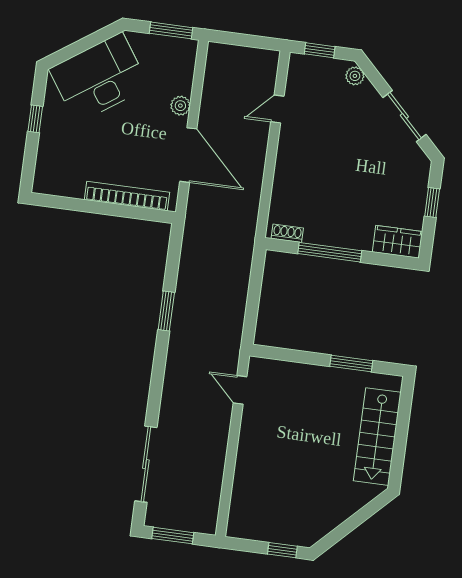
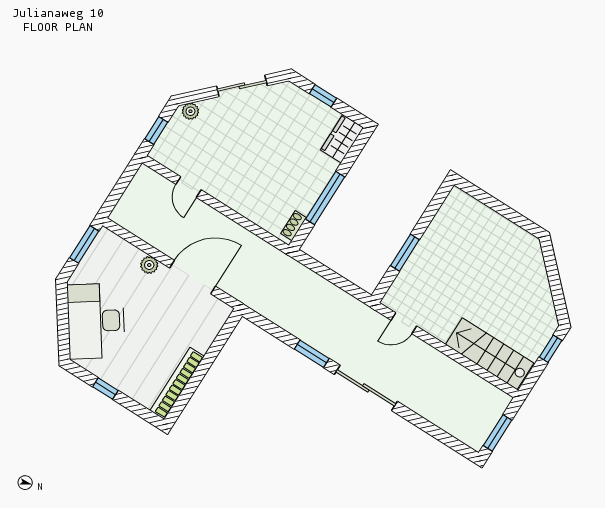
bookcase: (127, 196) -> (177, 383), moved
window: (351, 363) -> (405, 253), moved
stairs: (377, 437) -> (490, 354), moved, turned 180
sliding door: (146, 464) -> (366, 388), moved

